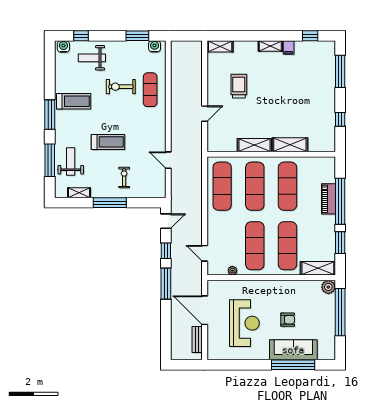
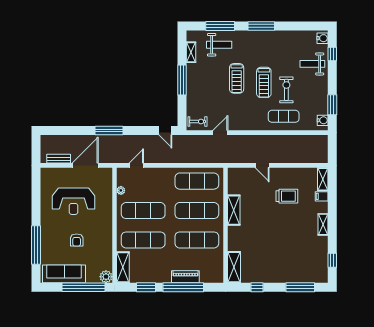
filing cabinet: (289, 47) -> (322, 196), moved
weight bench: (92, 58) -> (312, 64), turned -90
treadmill: (74, 101) -> (264, 82), moved
shelving: (290, 145) -> (234, 267), moved
exercise bike: (124, 178) -> (197, 122), moved
window: (166, 251) -> (139, 130), removed
sofa: (293, 350) -> (64, 274), moved, turned -90

